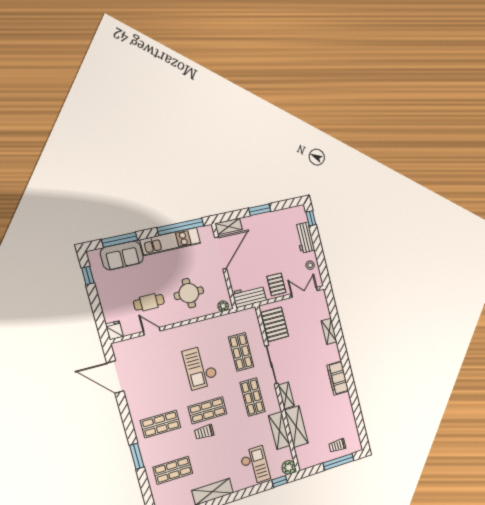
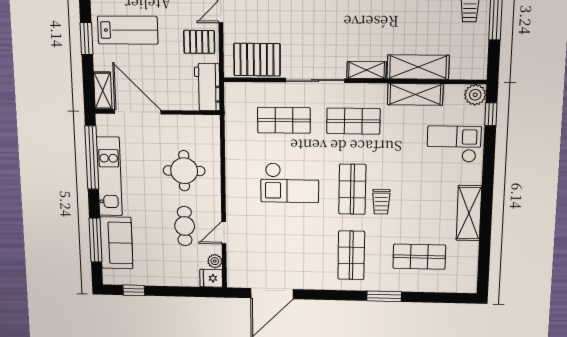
lab bench: (272, 236) -> (128, 30), added
plant: (223, 306) -> (215, 261), moved
shop shelf: (173, 470) -> (419, 257), turned 90

